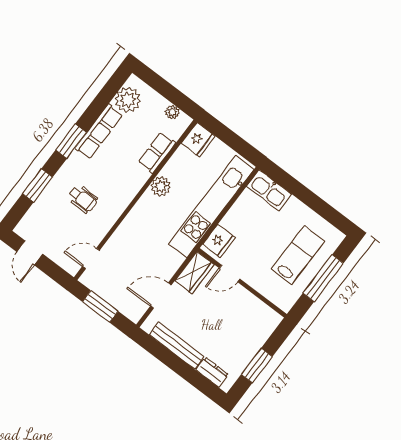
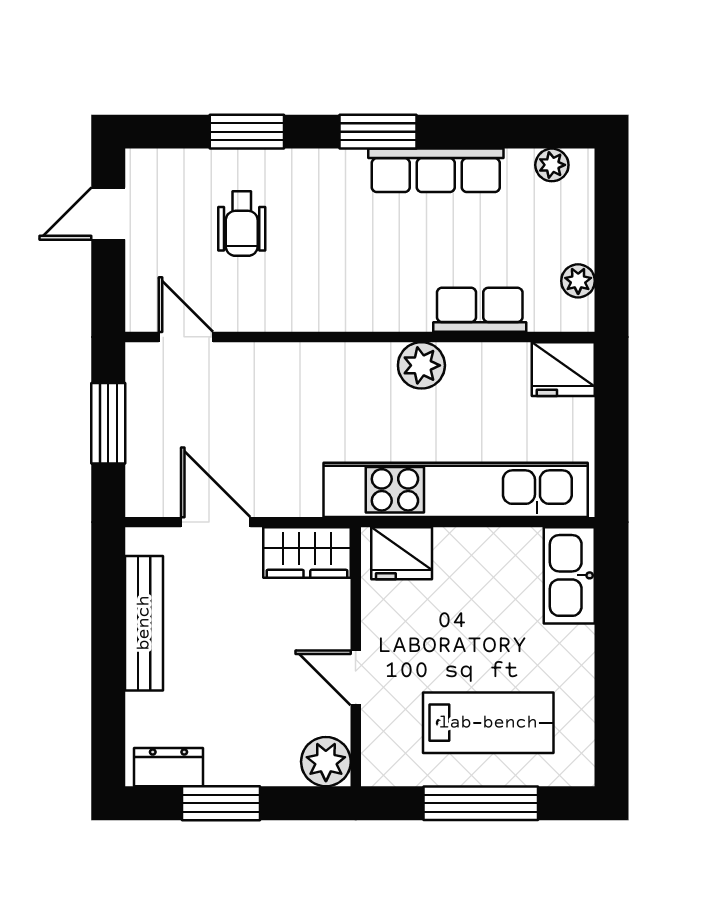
plant: (128, 100) -> (552, 165), width x0.53, depth x0.53
wheelchair: (83, 199) -> (242, 224), moved
door: (230, 274) -> (356, 678), moved
plant: (270, 320) -> (326, 762), added
dresser: (212, 372) -> (168, 767), moved, turned -90

